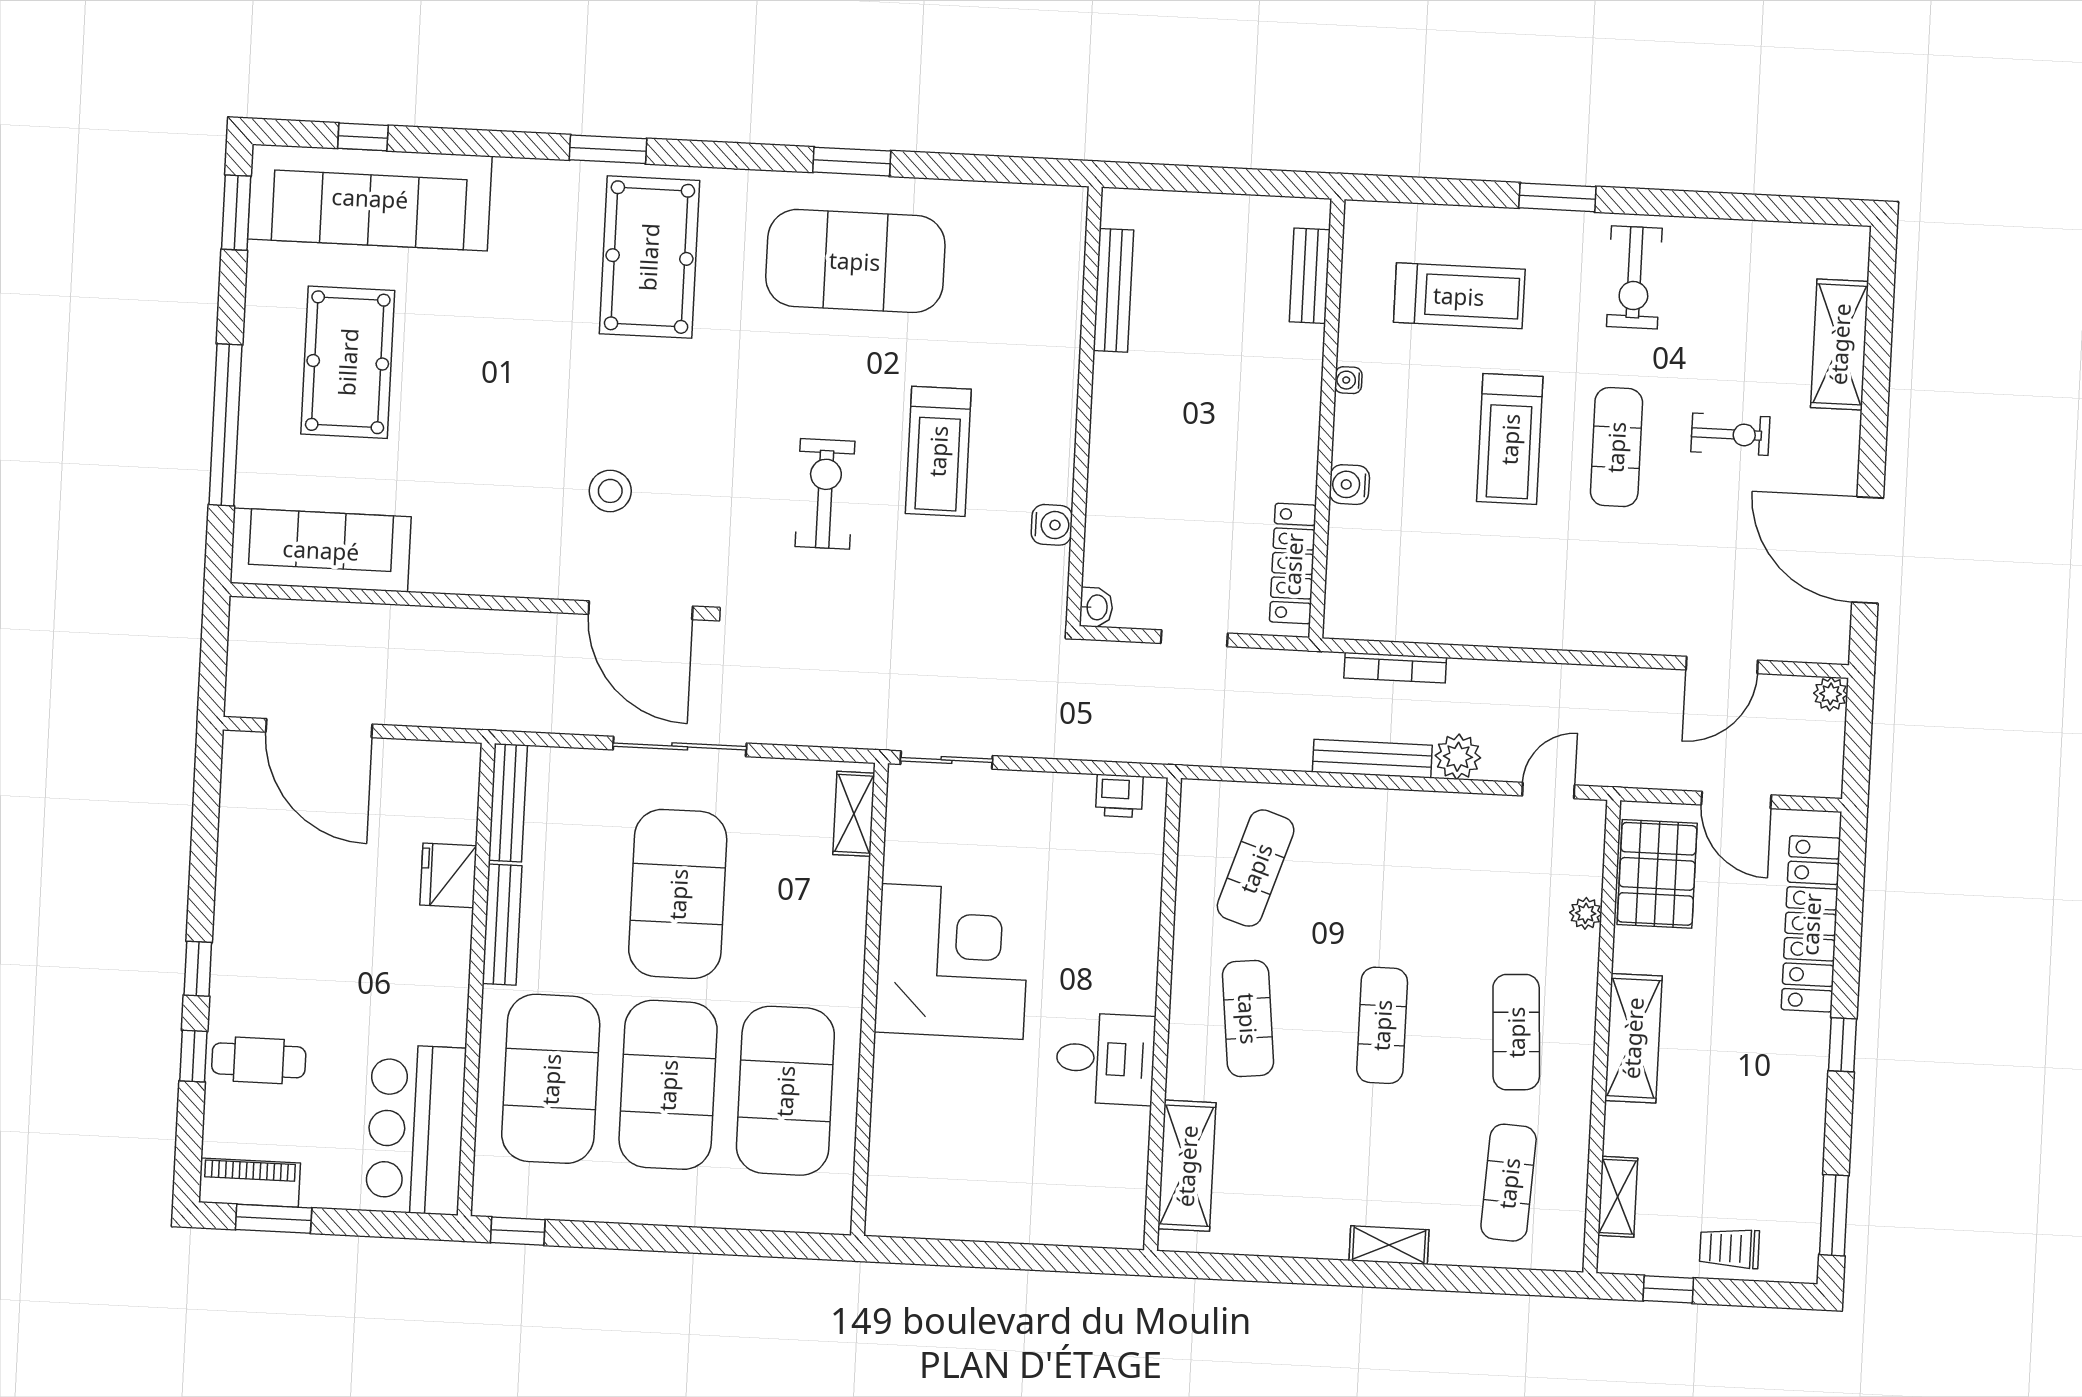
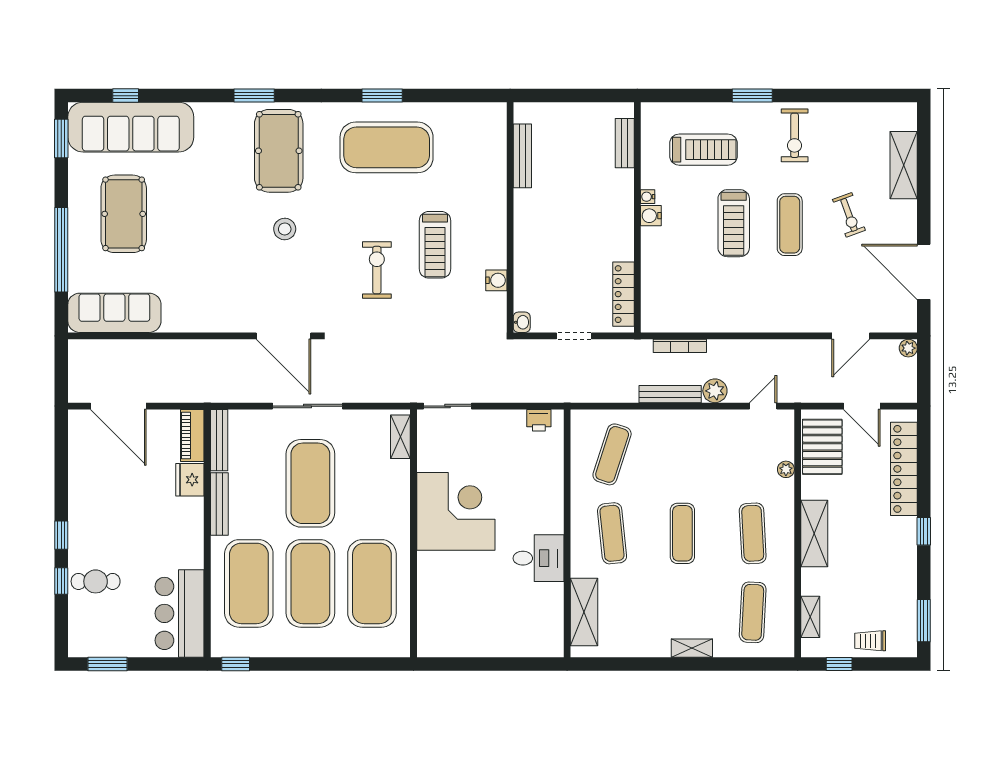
exercise bike: (1730, 434) -> (849, 215), turned 70
water cooler: (1349, 485) -> (651, 216), moved
stool: (610, 491) -> (285, 229), moved
piano: (249, 1183) -> (192, 435), moved, turned -90

